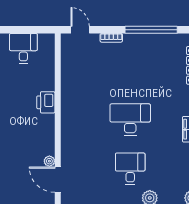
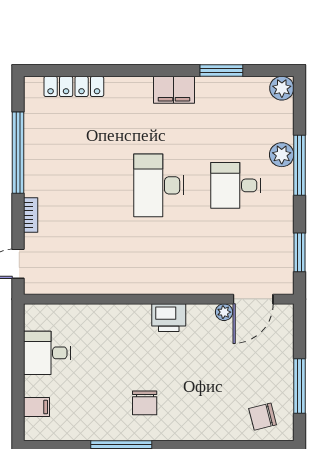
printer: (46, 102) -> (169, 318), moved

